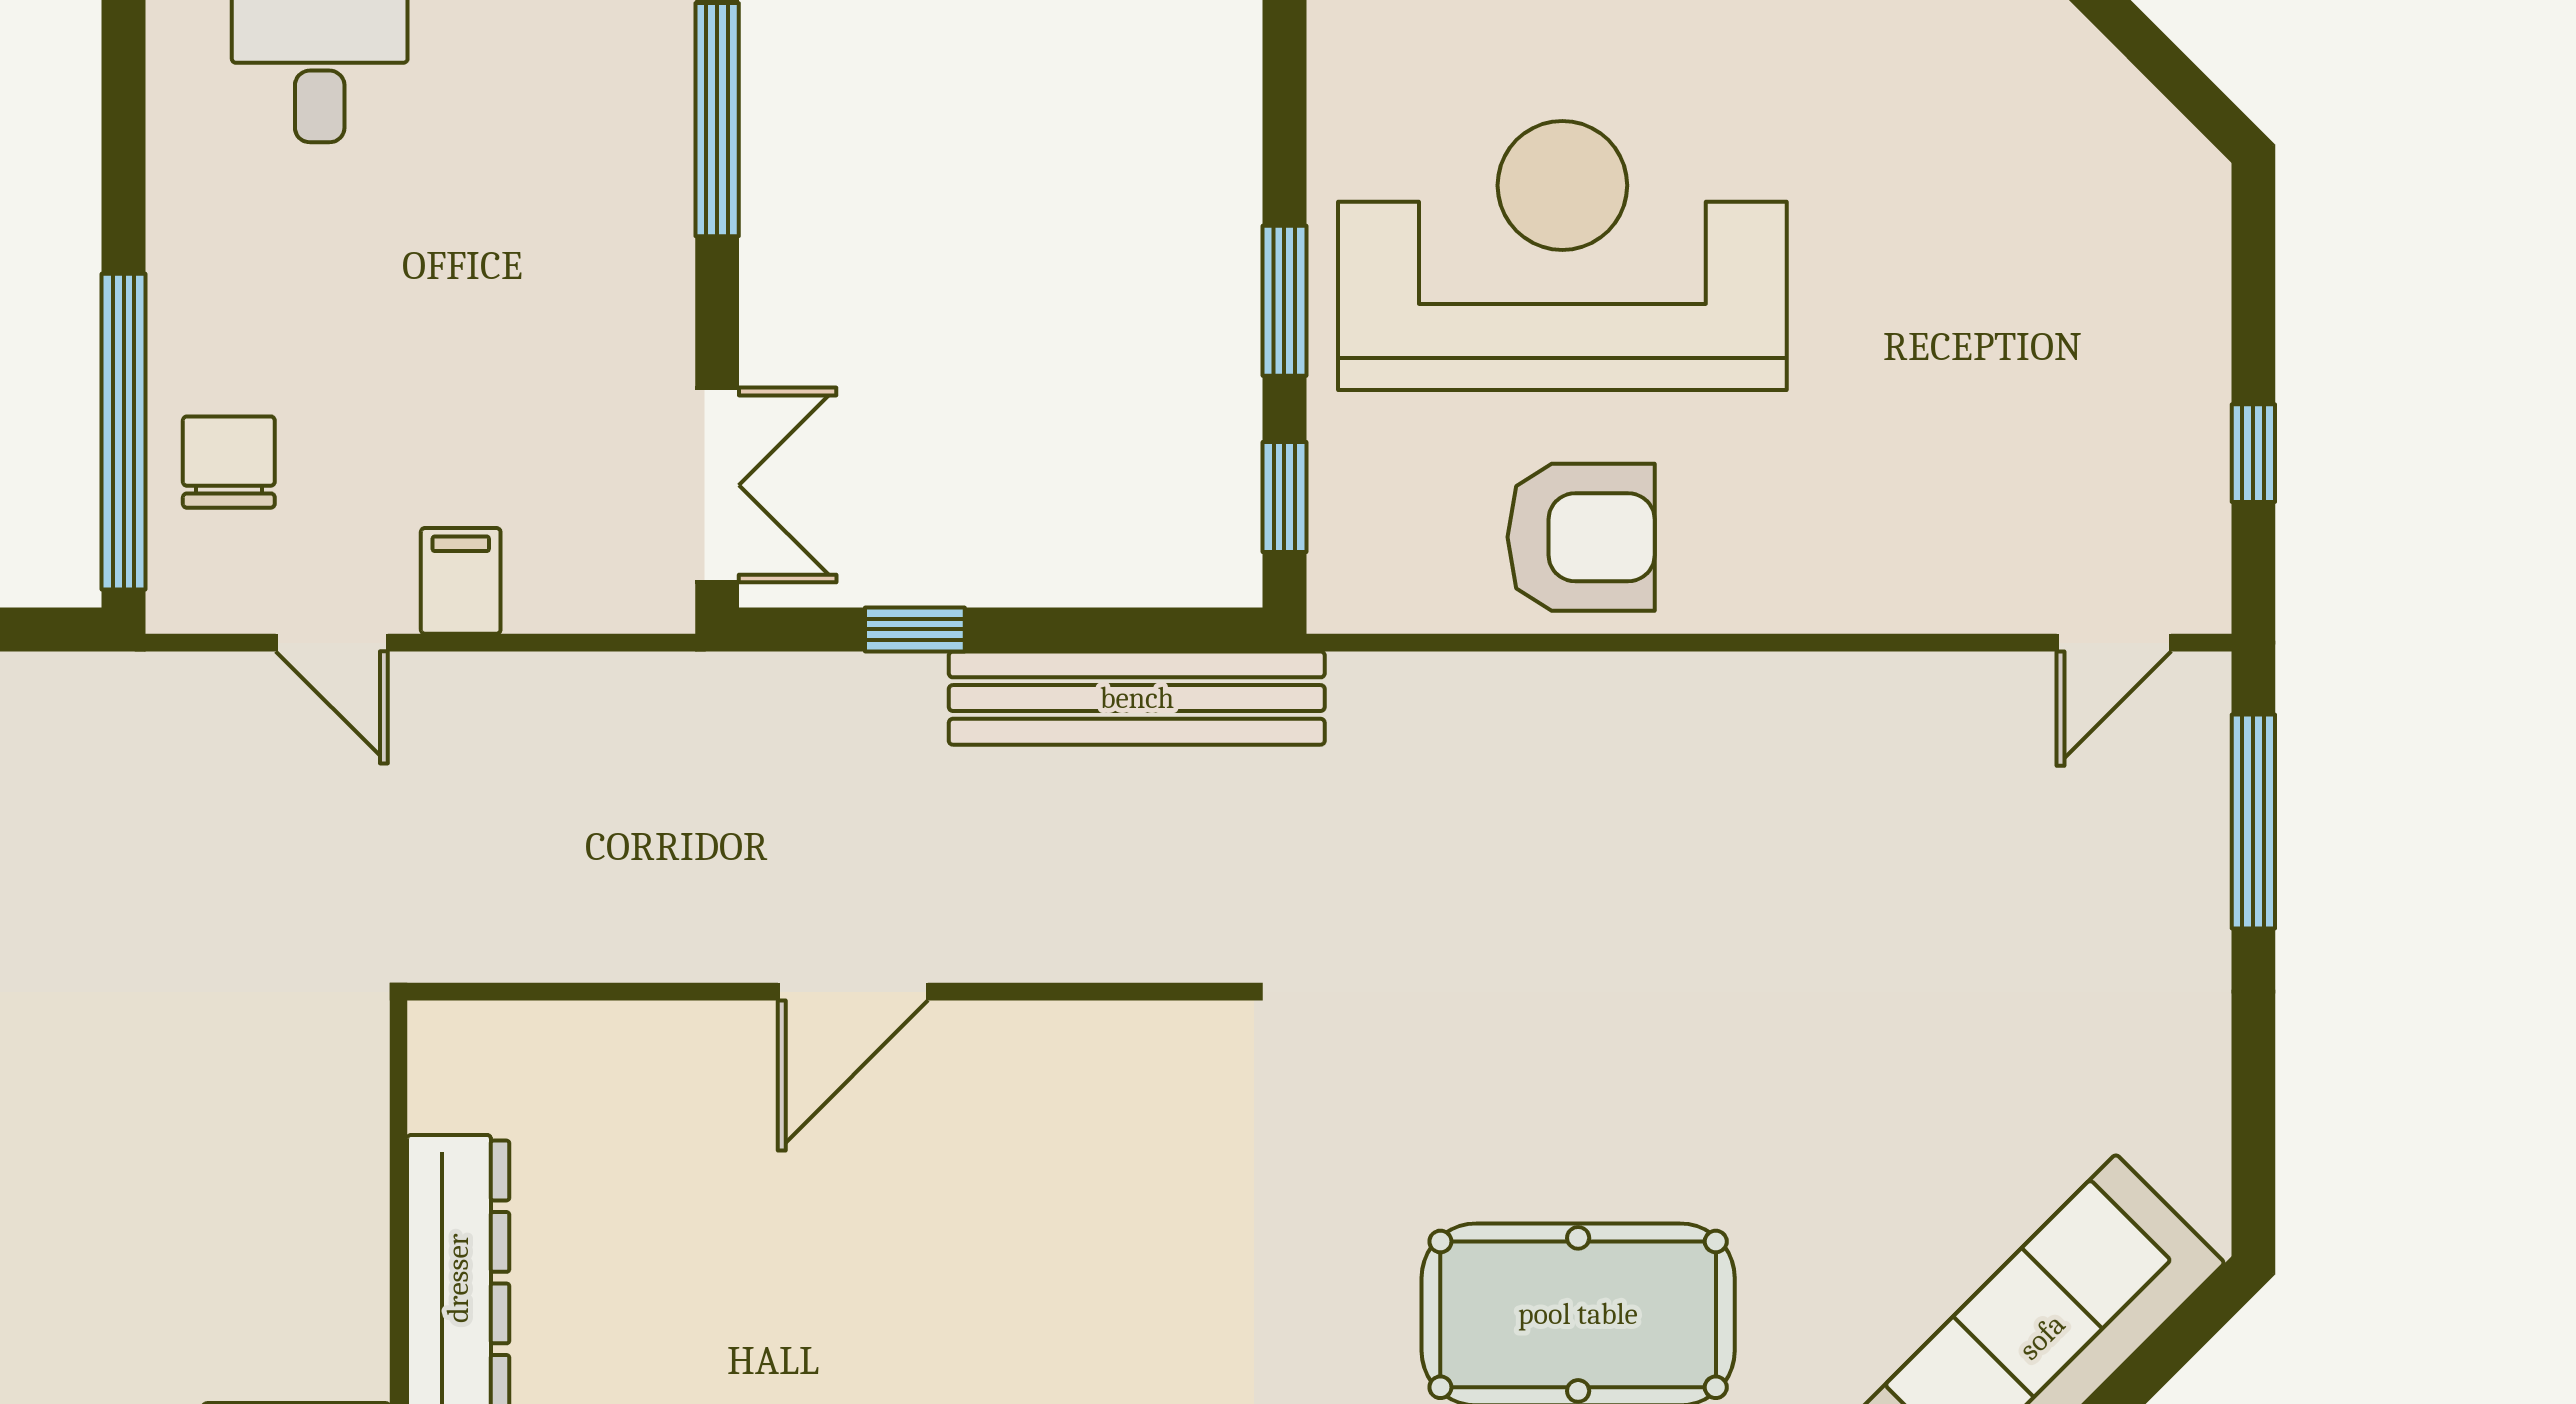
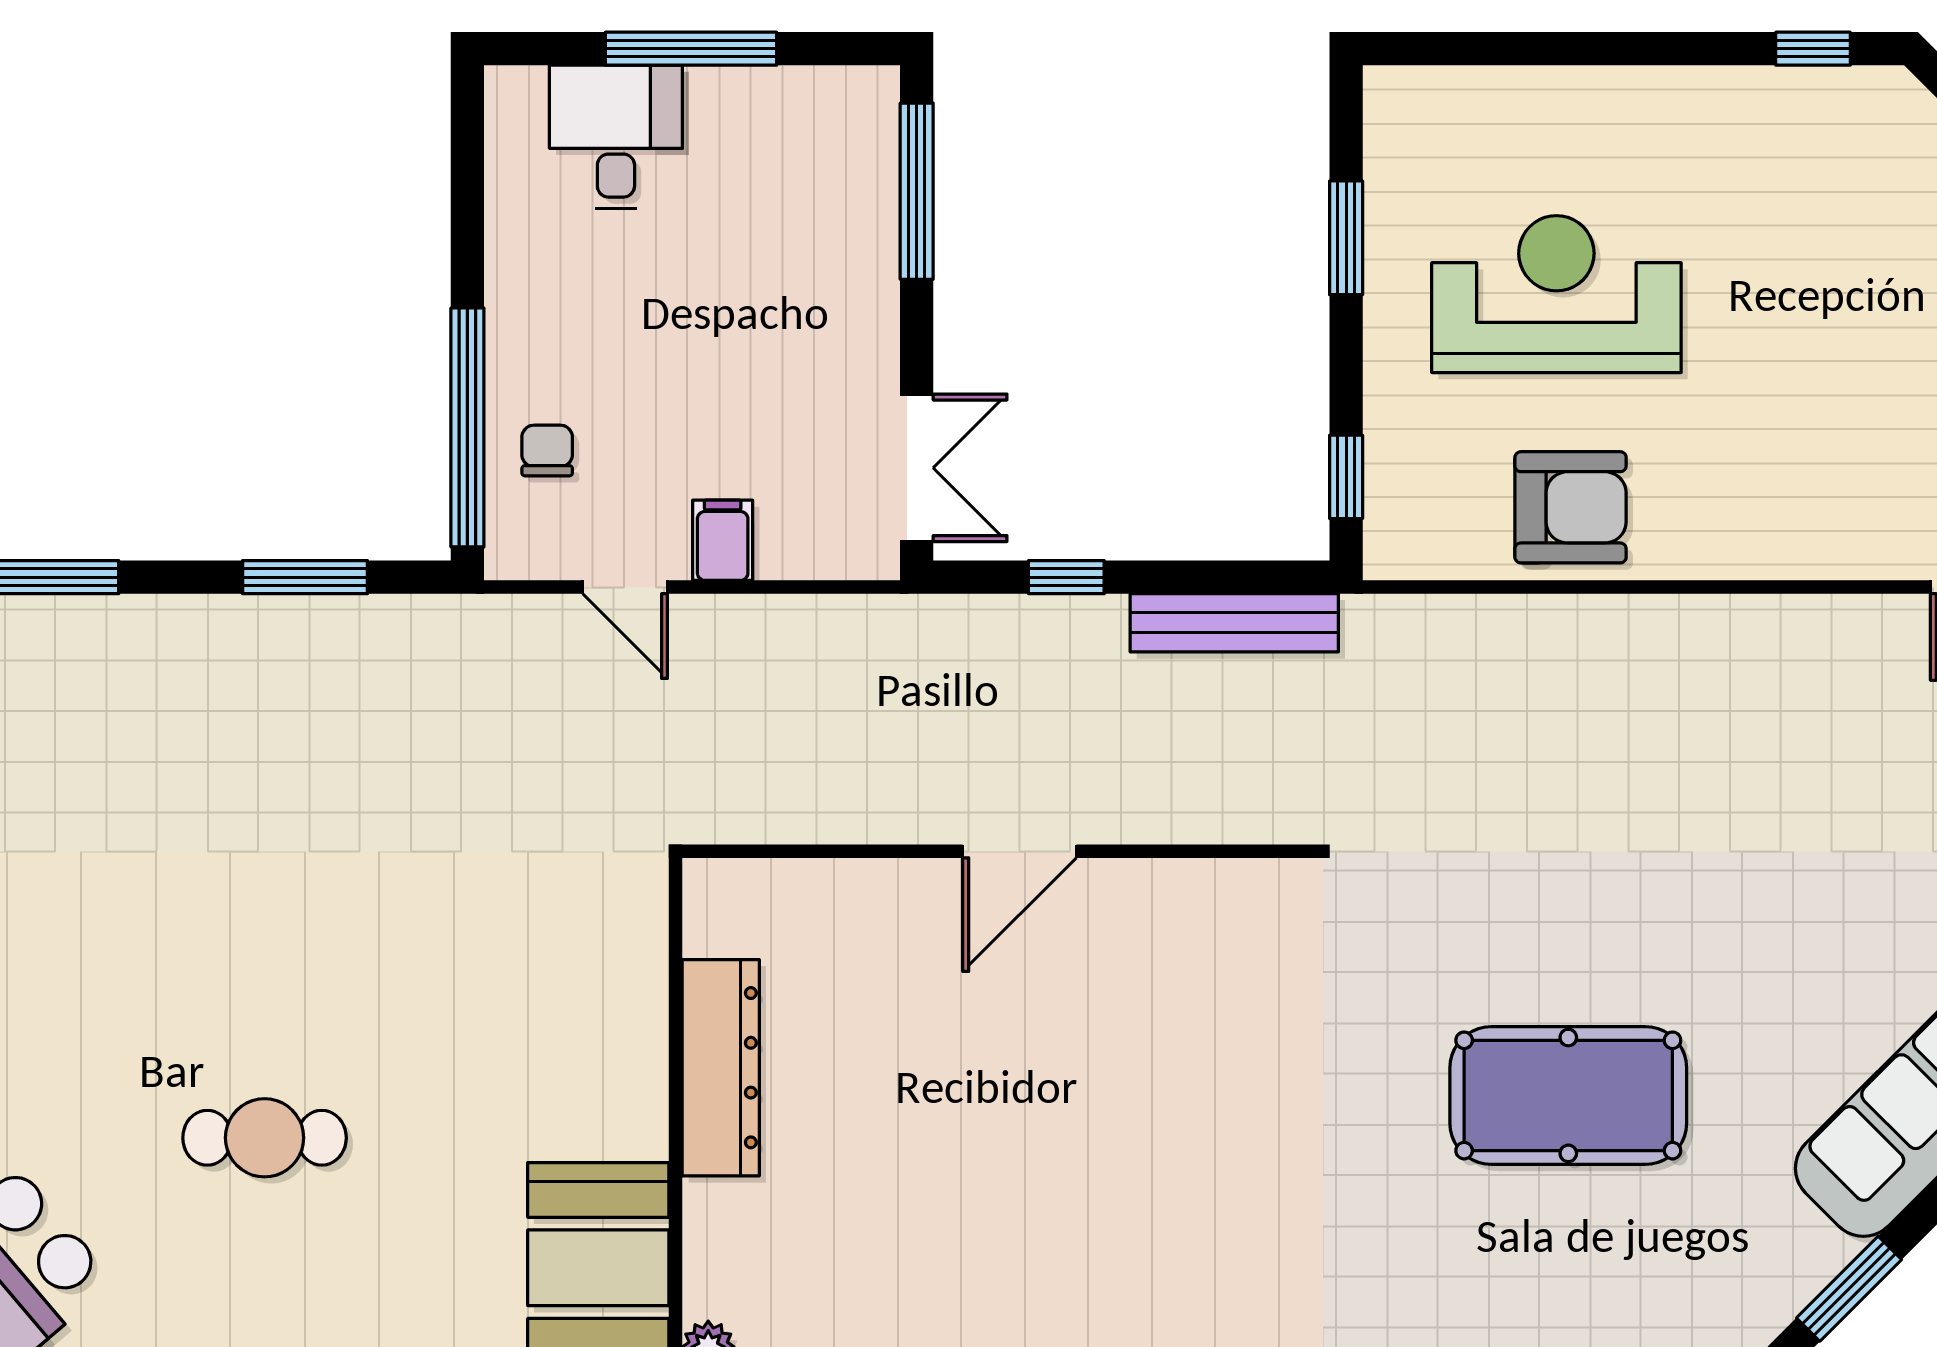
reception desk: (1562, 255) -> (1556, 294), width x0.74, depth x0.77
window: (1284, 301) -> (1346, 238), moved
chair: (229, 462) -> (547, 450), width x0.73, depth x0.73
bench: (1137, 698) -> (1234, 623), width x0.73, depth x0.82

